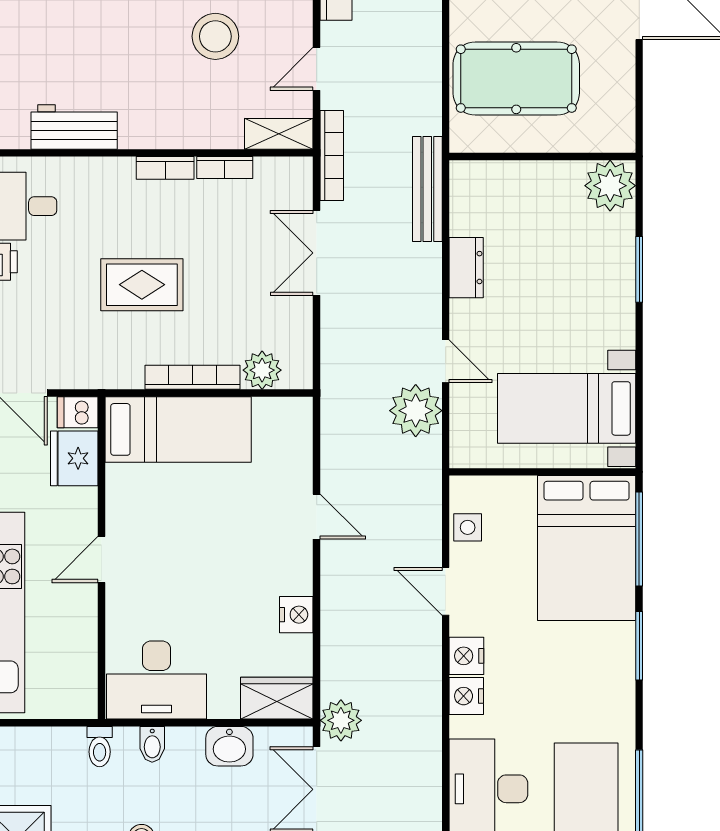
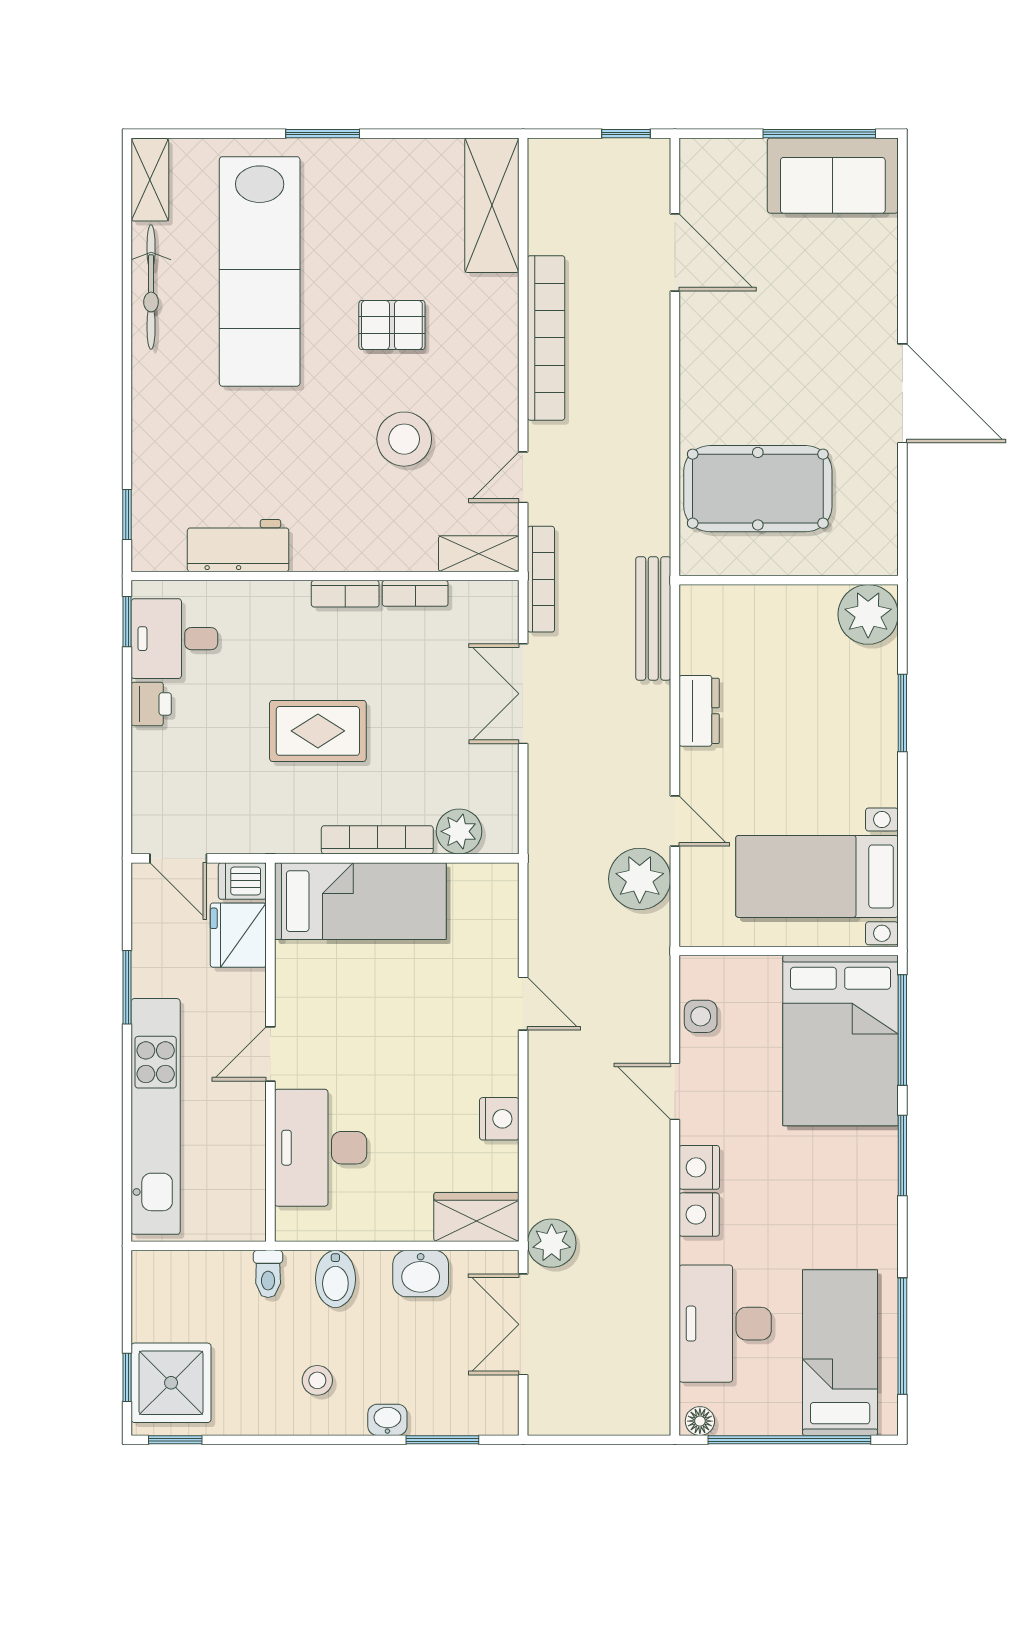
desk: (157, 680) -> (321, 1148), moved, turned 90
bidet: (152, 744) -> (335, 1279), width x1.38, depth x1.36

